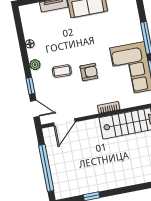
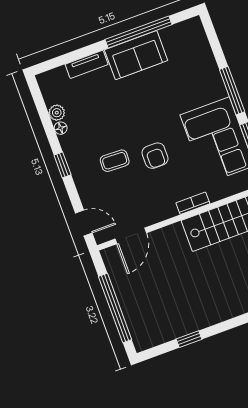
plant: (35, 65) -> (57, 113), moved
armchair: (89, 72) -> (155, 156), turned 90
window: (30, 86) -> (62, 165), moved

